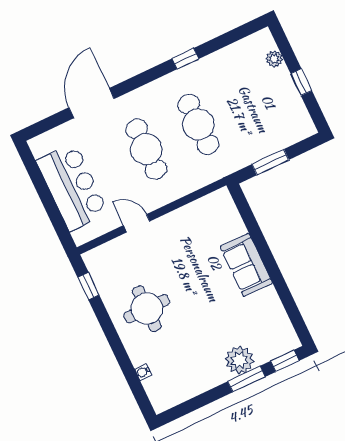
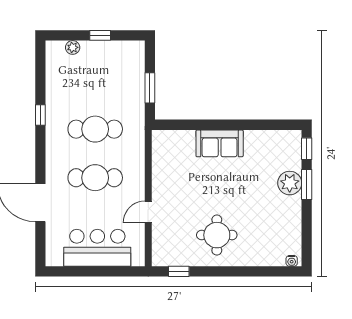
water cooler: (143, 372) -> (292, 261), moved

